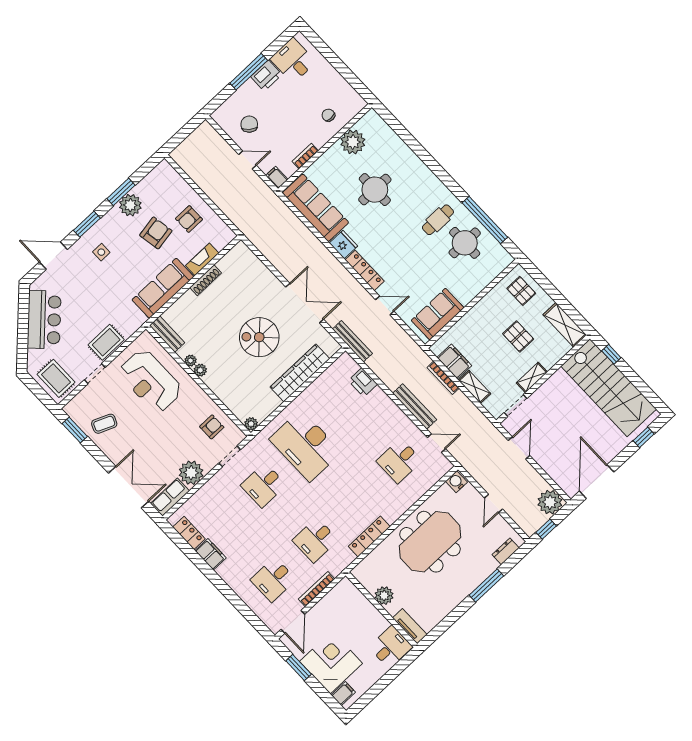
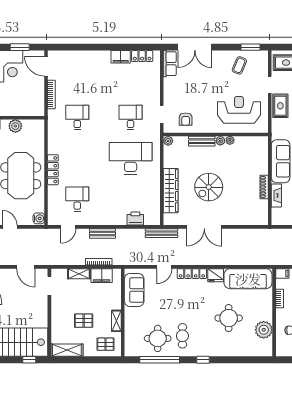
window: (443, 175) -> (203, 360), added
bench: (167, 334) -> (202, 141), moved
spiral stairs: (259, 337) -> (209, 187), turned 180
shelving: (532, 377) -> (116, 321), moved
bench: (415, 406) -> (102, 233), width x0.73
plant: (191, 473) -> (172, 86), removed
locker: (369, 536) -> (53, 170), moved
desk: (273, 580) -> (77, 77), removed

